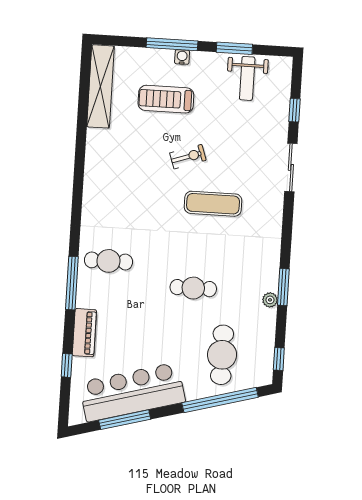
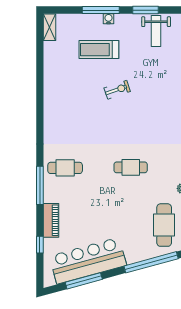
shelving: (101, 86) -> (49, 27), width x0.45, depth x0.75
exercise mat: (213, 204) -> (137, 122), removed
cafe table: (193, 288) -> (131, 167), moved
cafe table: (222, 355) -> (164, 225), moved

